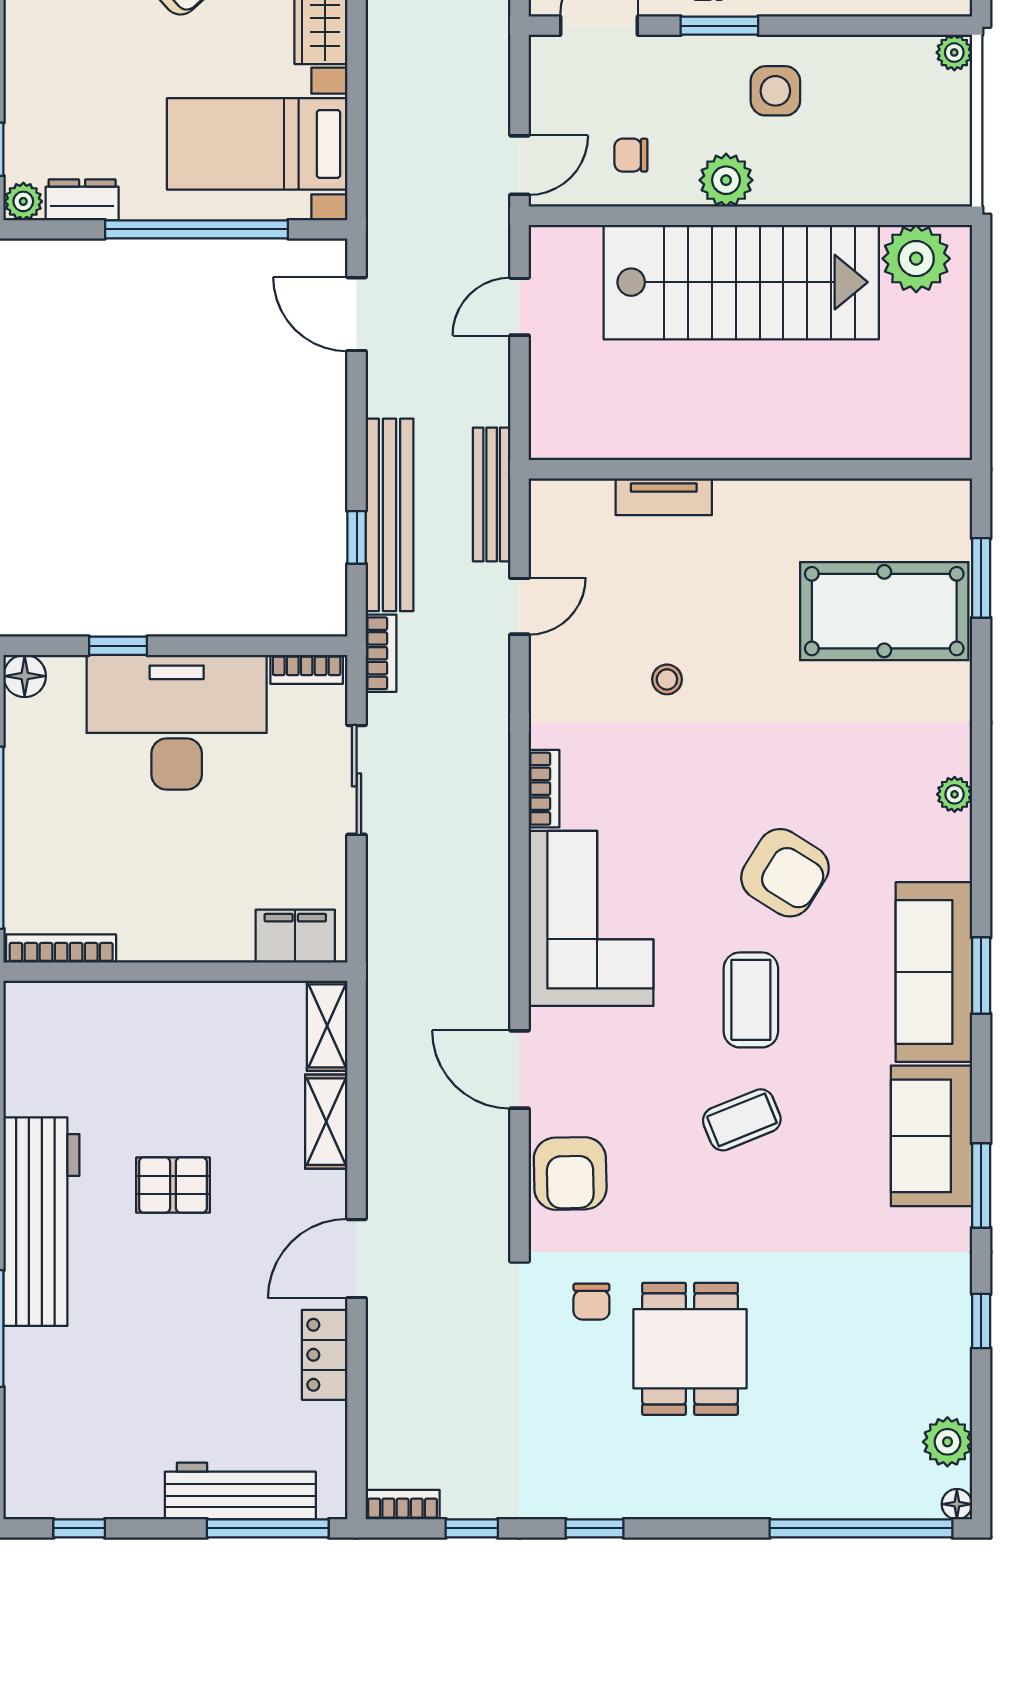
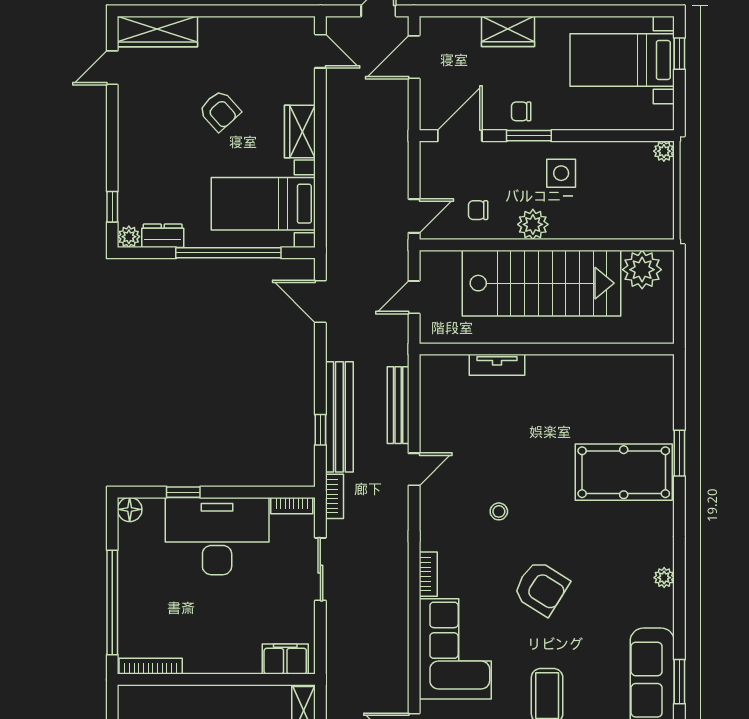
wall: (750, 469) -> (547, 349), moved
tv unit: (664, 497) -> (497, 365), moved
armchair: (785, 873) -> (541, 588), moved

